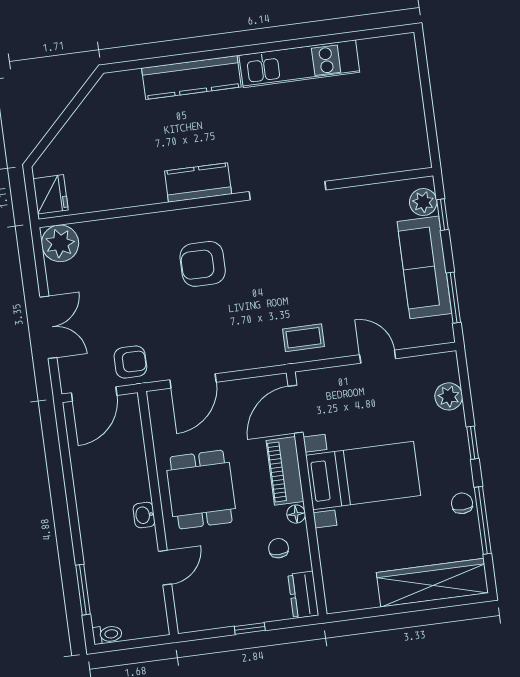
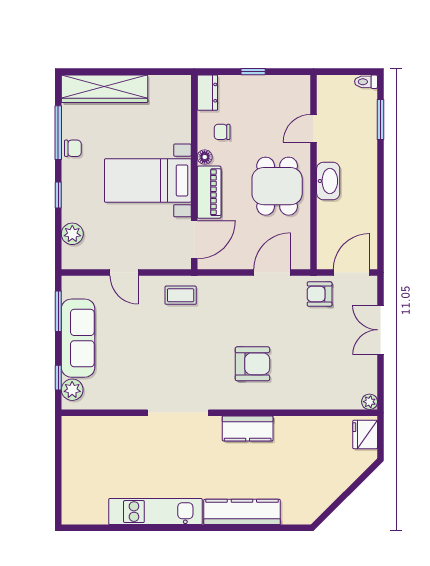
plant: (60, 243) -> (370, 402), width x0.53, depth x0.53
chair: (462, 503) -> (73, 148), turned -90
washbasin: (144, 515) -> (328, 181), width x1.91, depth x1.45
chair: (279, 548) -> (222, 132), turned 90

